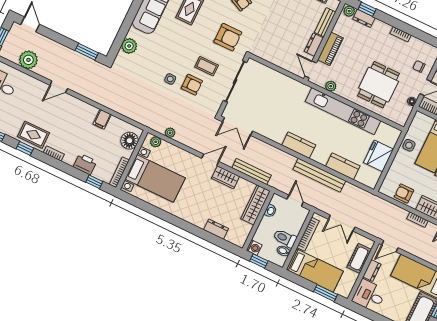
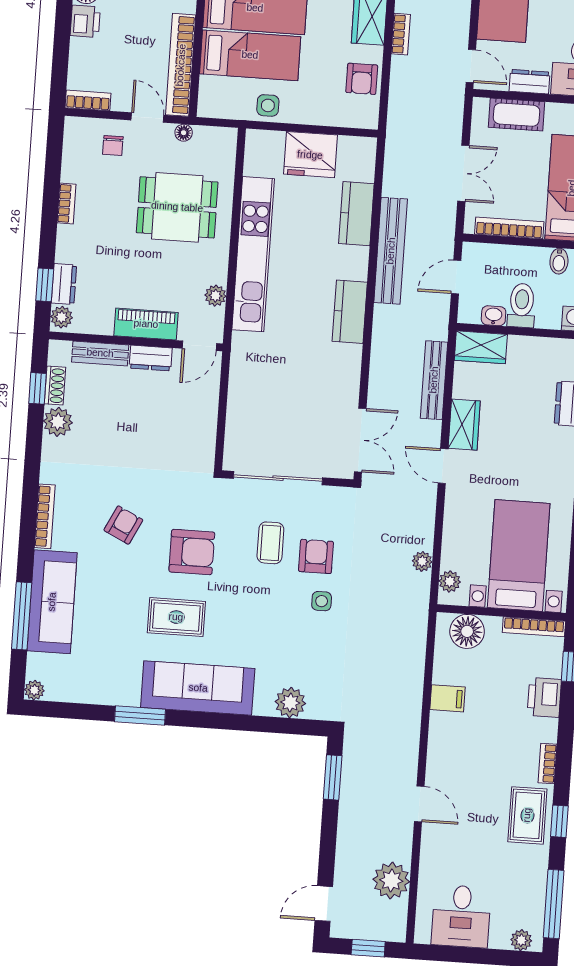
armchair: (228, 37) -> (192, 552), moved, turned 90
wardrobe: (255, 205) -> (481, 347), width x0.67
toilet: (285, 238) -> (522, 305), moved, turned 180

